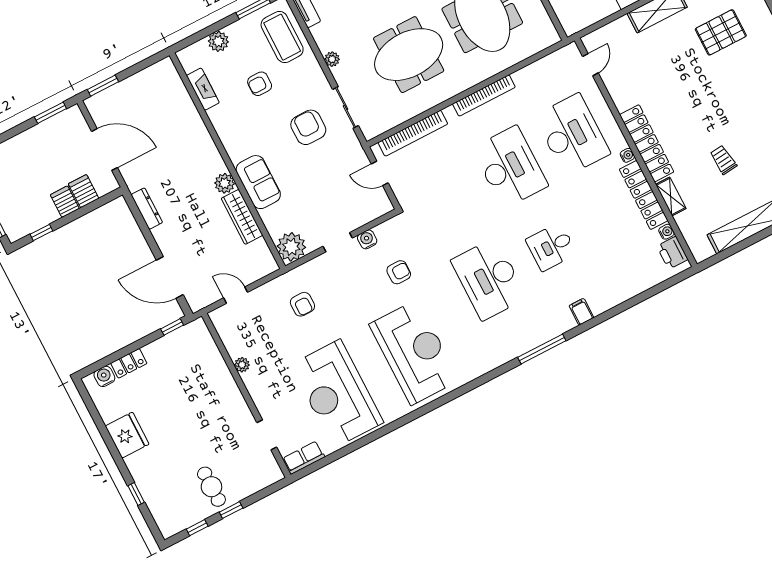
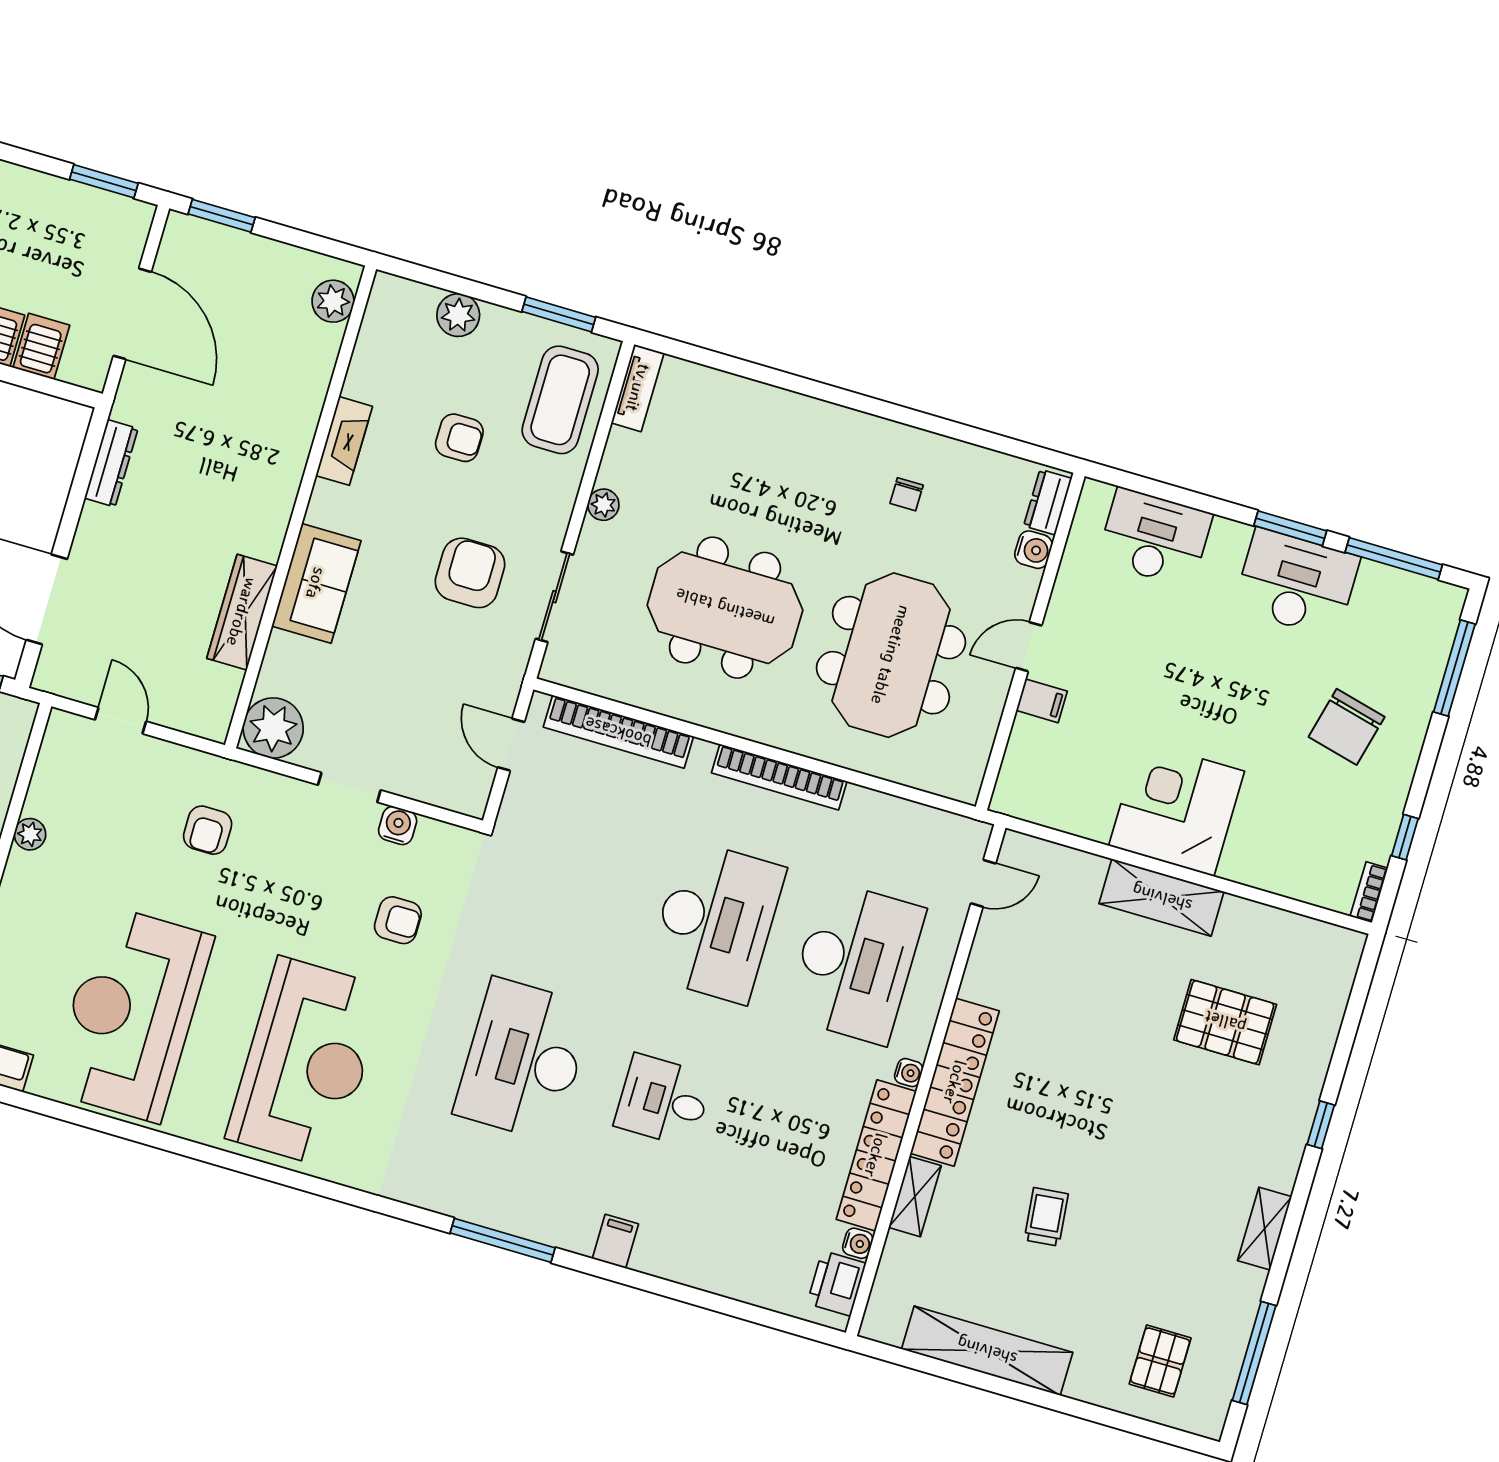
armchair: (260, 84) -> (459, 438), turned 180
fireplace: (203, 89) -> (344, 441), moved
plant: (225, 183) -> (333, 301), moved

